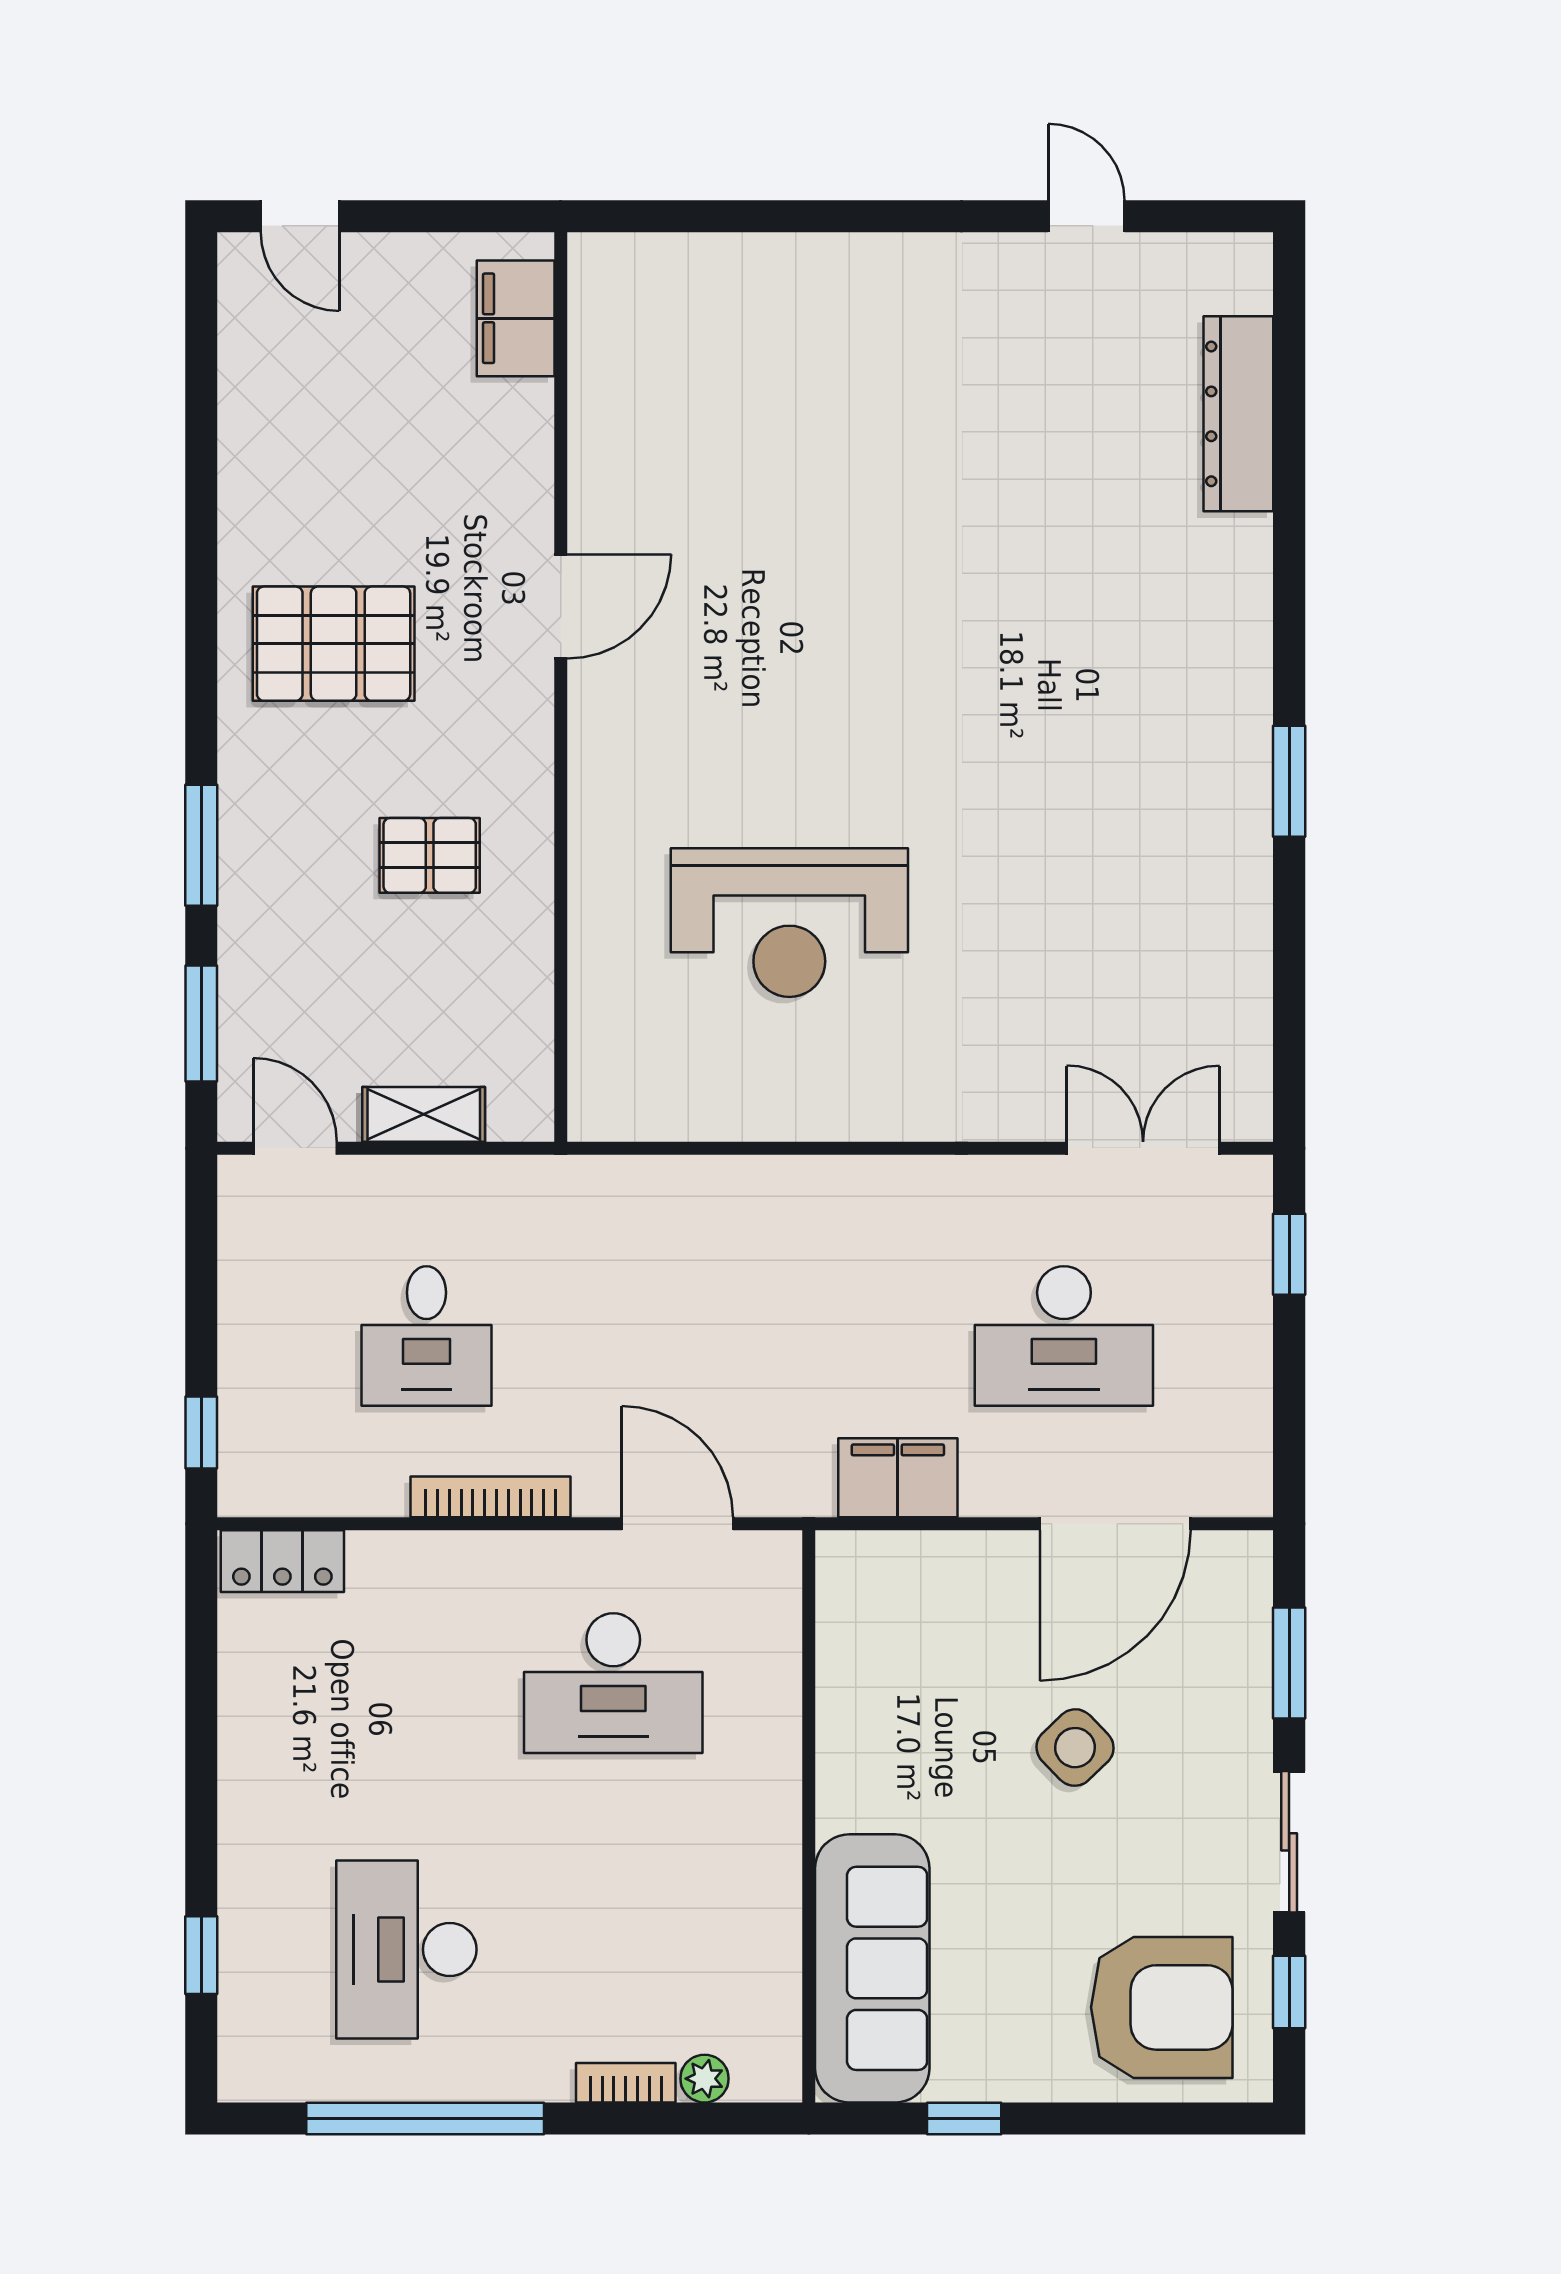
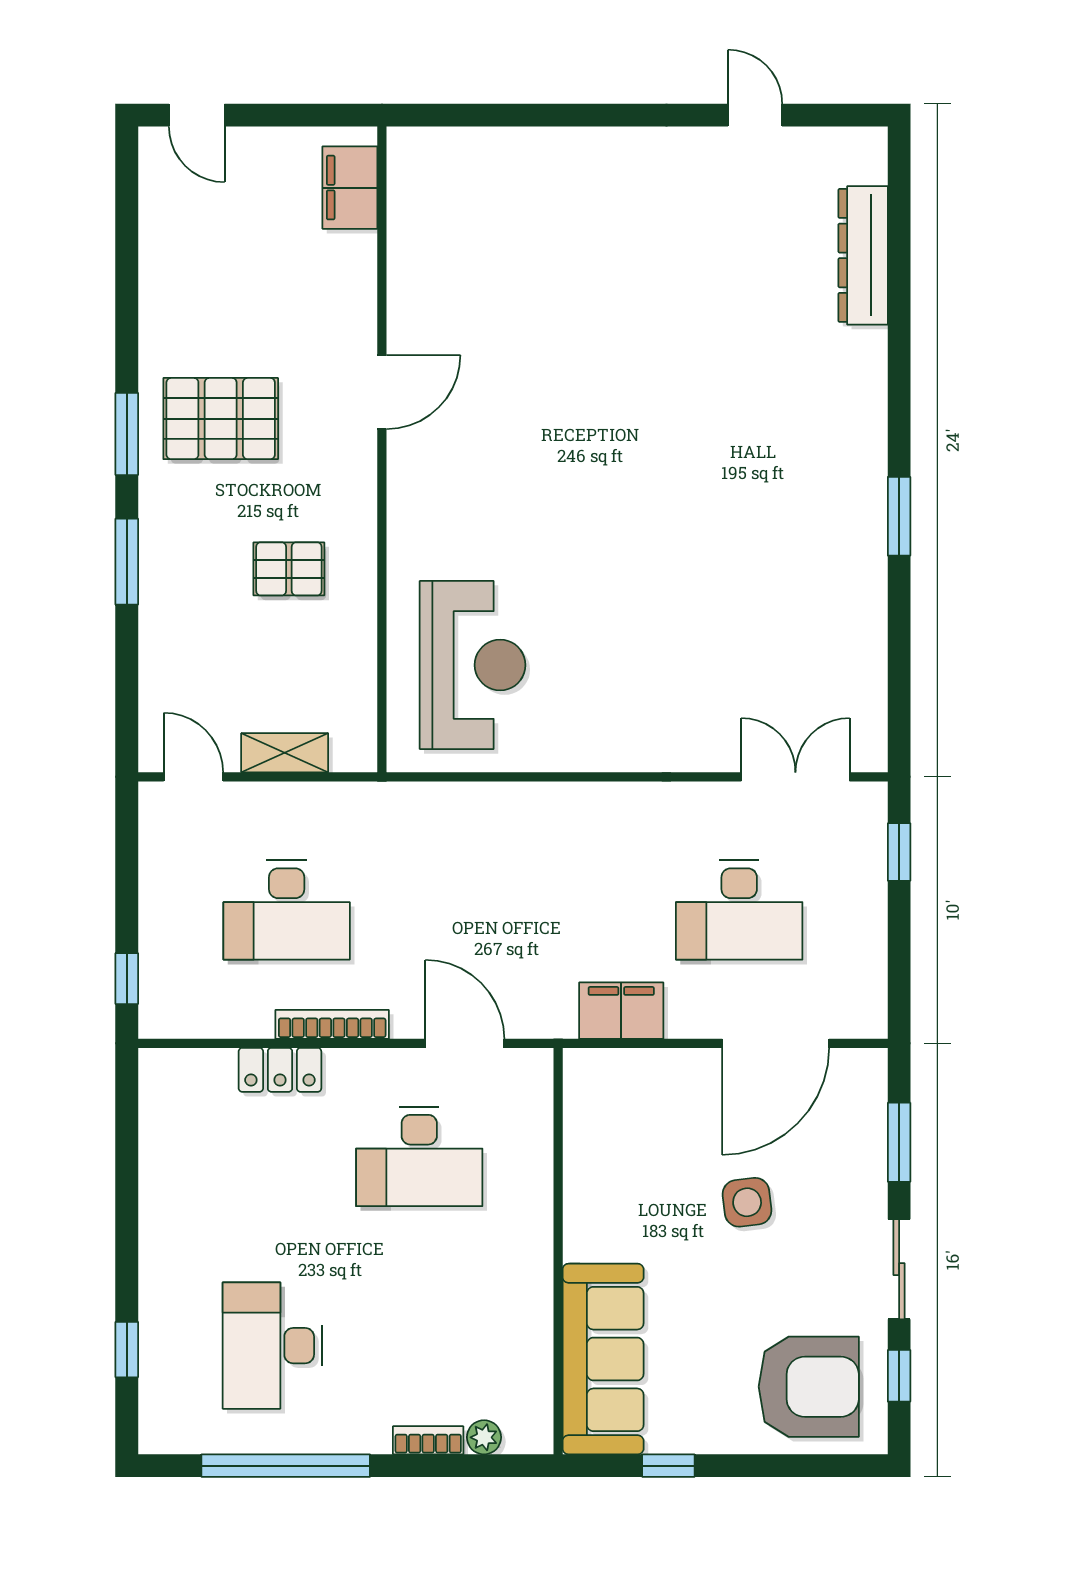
reception desk: (789, 923) -> (473, 665), moved, turned -90
window: (201, 1024) -> (127, 434), moved
desk: (426, 1336) -> (287, 910), width x1.37
locker: (282, 1561) -> (280, 1070), moved
side table: (1075, 1748) -> (747, 1202), turned 37

